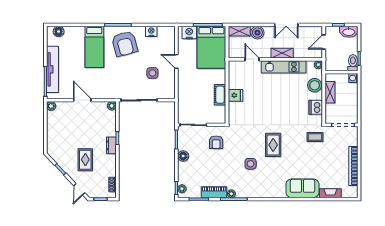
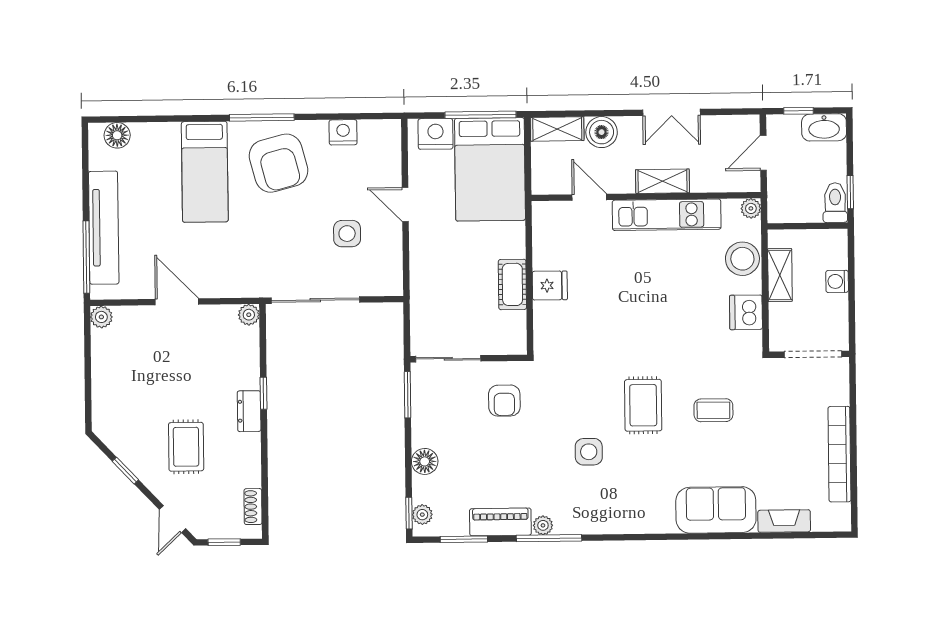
washing machine: (353, 78) -> (837, 281), moved
coffee table: (315, 137) -> (713, 410), moved
floor lamp: (183, 156) -> (425, 461), moved

